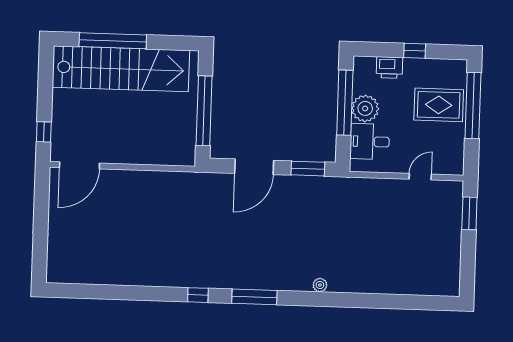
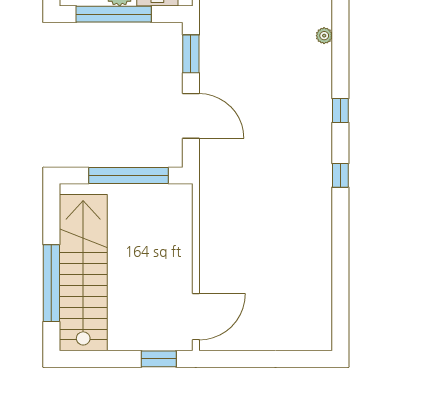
window: (44, 132) -> (159, 359), width x1.50
door: (79, 165) -> (196, 317), hinge flipped
window: (254, 297) -> (340, 110), width x0.46

